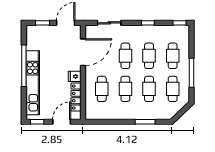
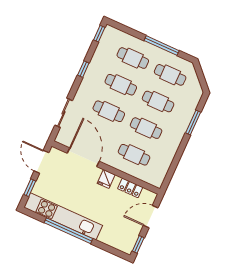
kitchen unit: (33, 83) -> (63, 216), moved
locker: (76, 97) -> (130, 188), width x0.66
door: (62, 122) -> (151, 217), hinge flipped

